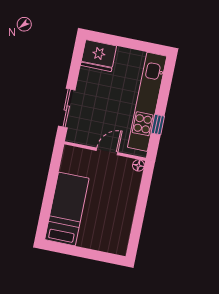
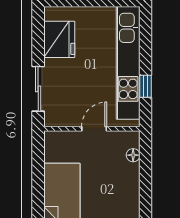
fridge: (98, 56) -> (59, 39), moved, turned -90
floor lamp: (138, 165) -> (133, 155), moved

